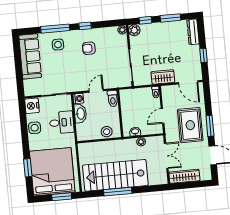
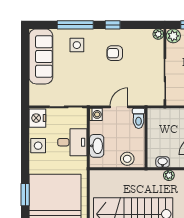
washbasin: (80, 114) -> (97, 146), moved

